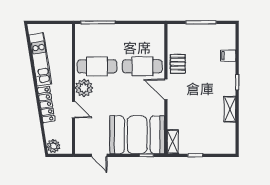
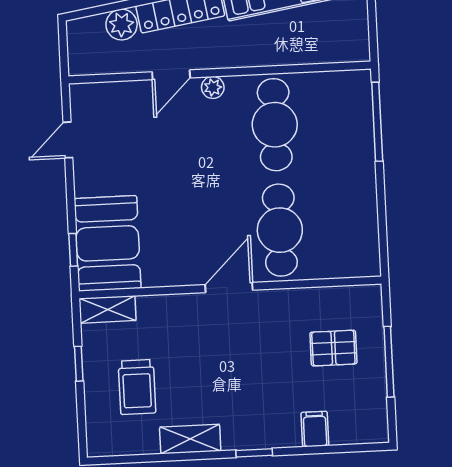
pallet: (178, 64) -> (333, 348), moved
plant: (84, 88) -> (213, 87), width x0.53, depth x0.53
trolley: (207, 131) -> (137, 387), added
booth: (137, 135) -> (108, 243), width x0.73, depth x0.70
plant: (54, 146) -> (122, 25), moved

